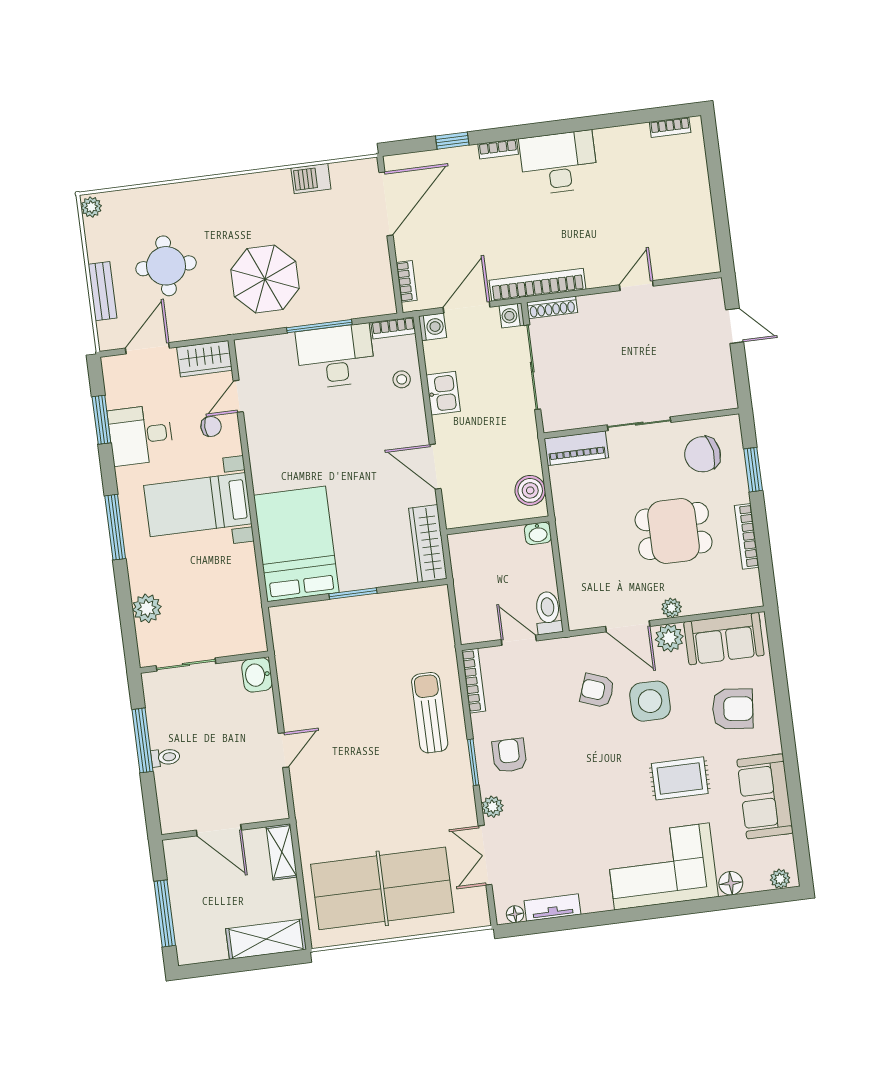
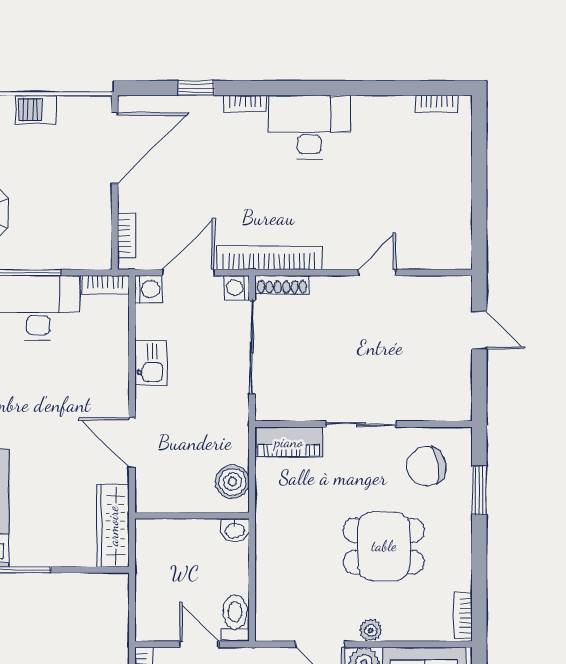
stool: (402, 379) -> (107, 342), removed
bookcase: (747, 536) -> (463, 616), moved, width x0.64

